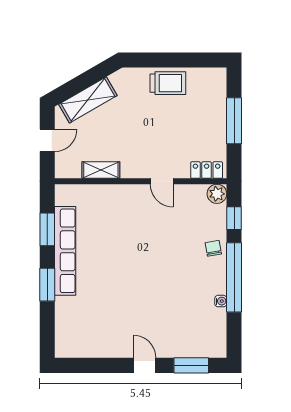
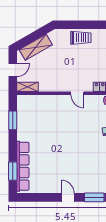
shelving: (101, 170) -> (27, 87), moved
row of seats: (65, 251) -> (23, 166), moved
window: (47, 285) -> (13, 171), moved

